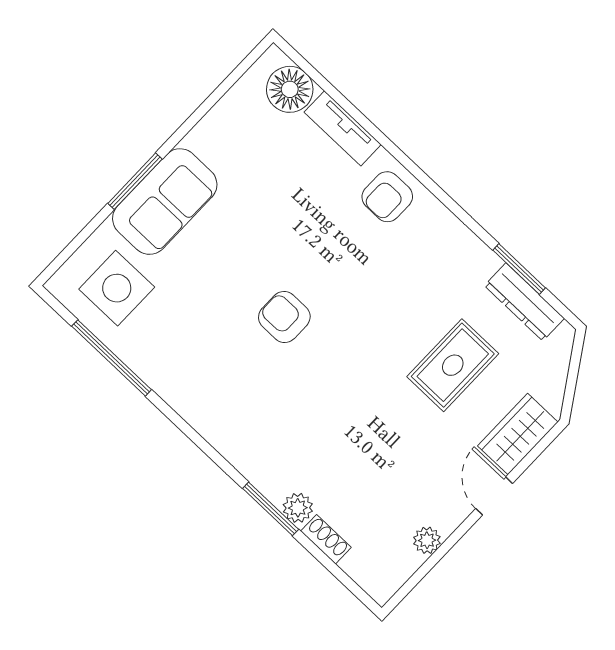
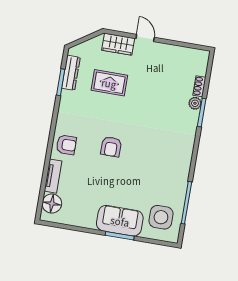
armchair: (284, 317) -> (111, 147), moved
door: (494, 496) -> (145, 38), swing flipped
plant: (427, 540) -> (176, 51), removed

